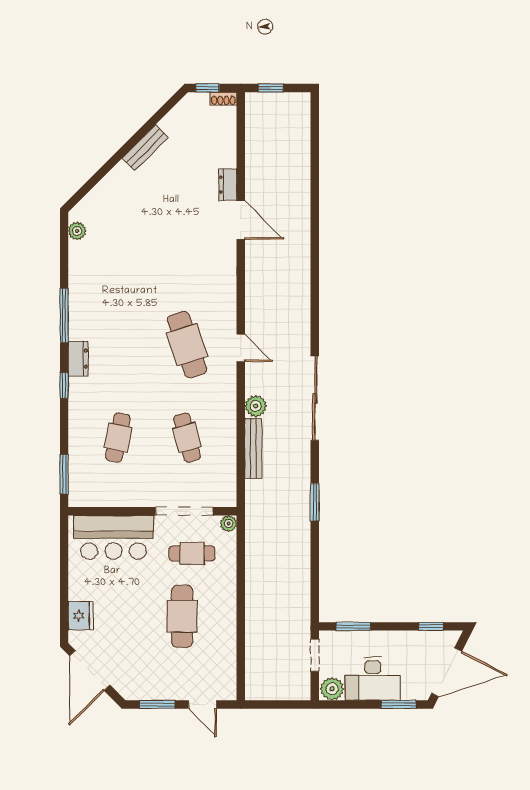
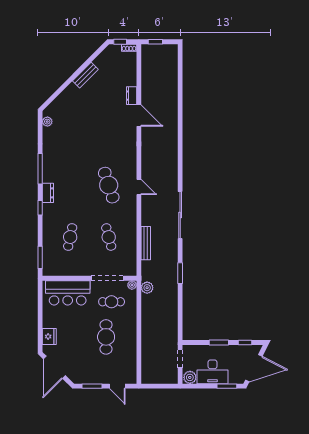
plant: (256, 406) -> (147, 288), moved
window: (353, 626) -> (219, 343), moved

